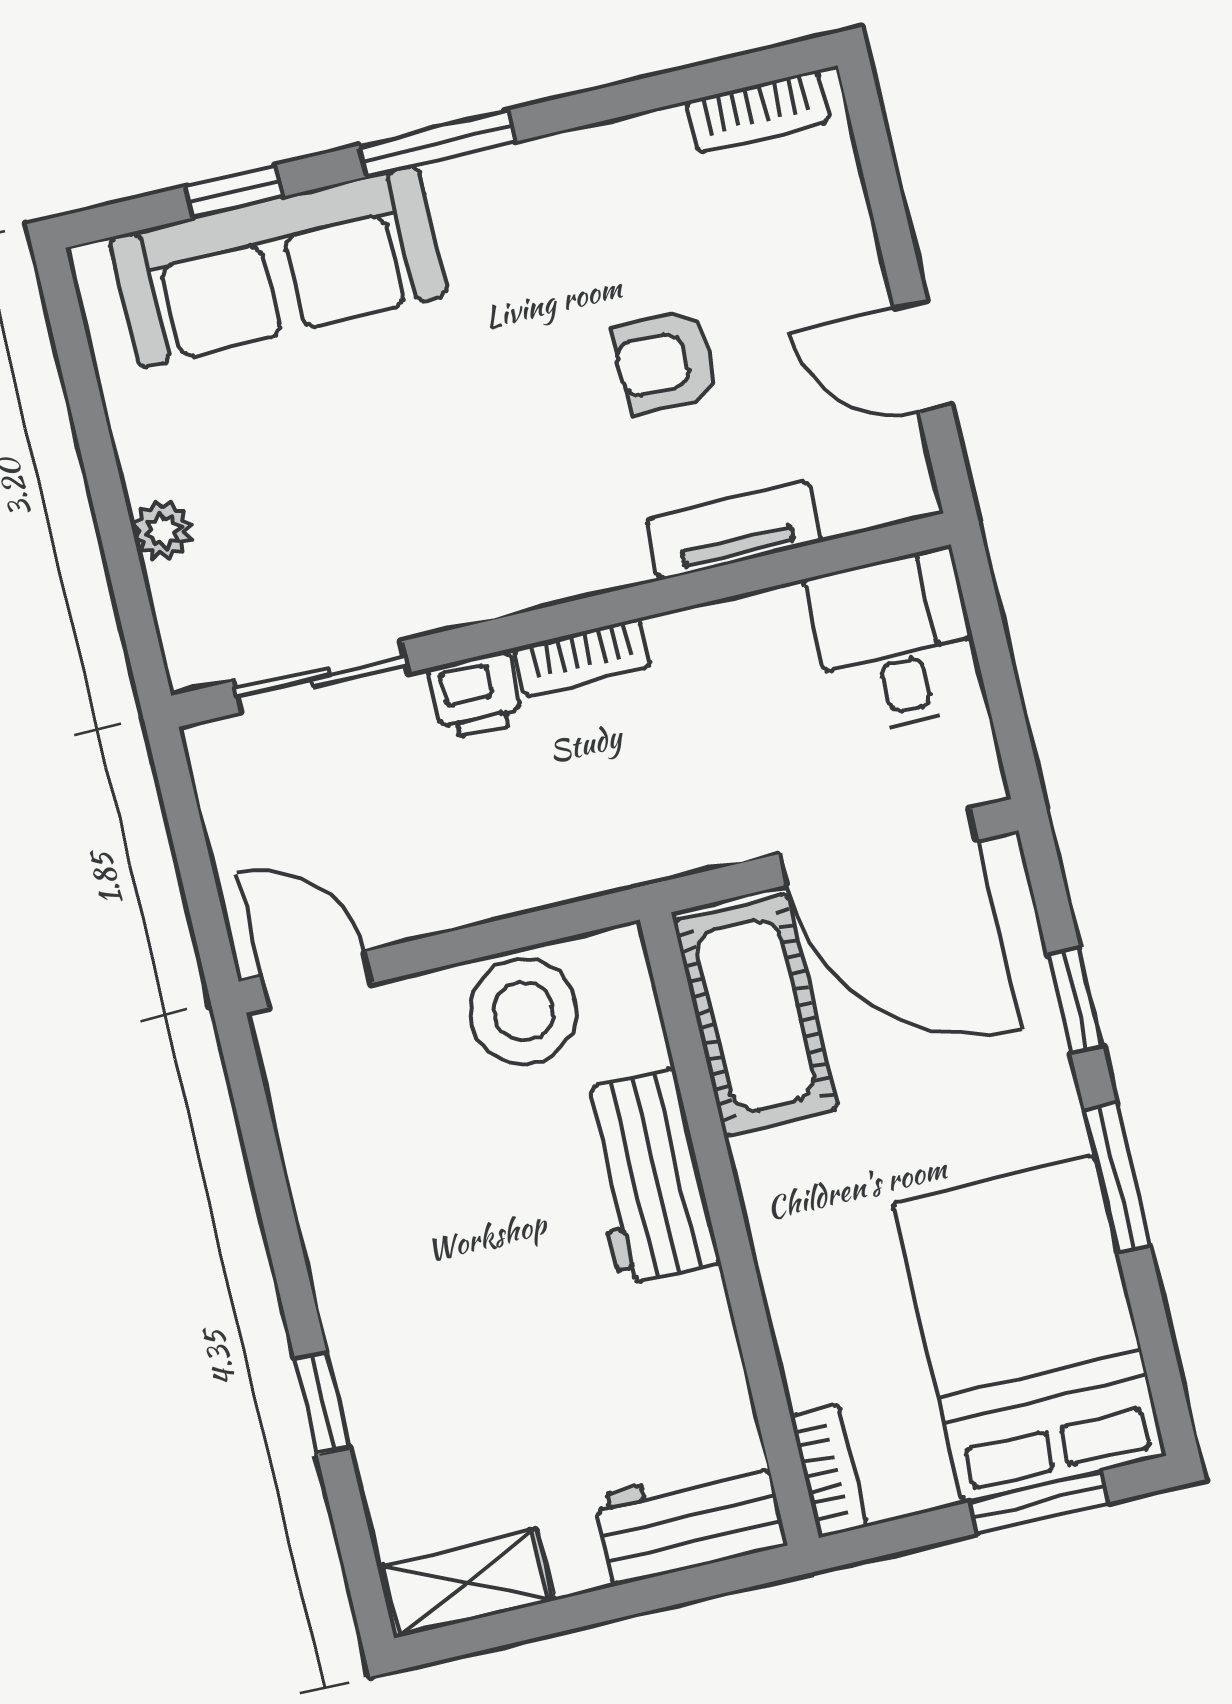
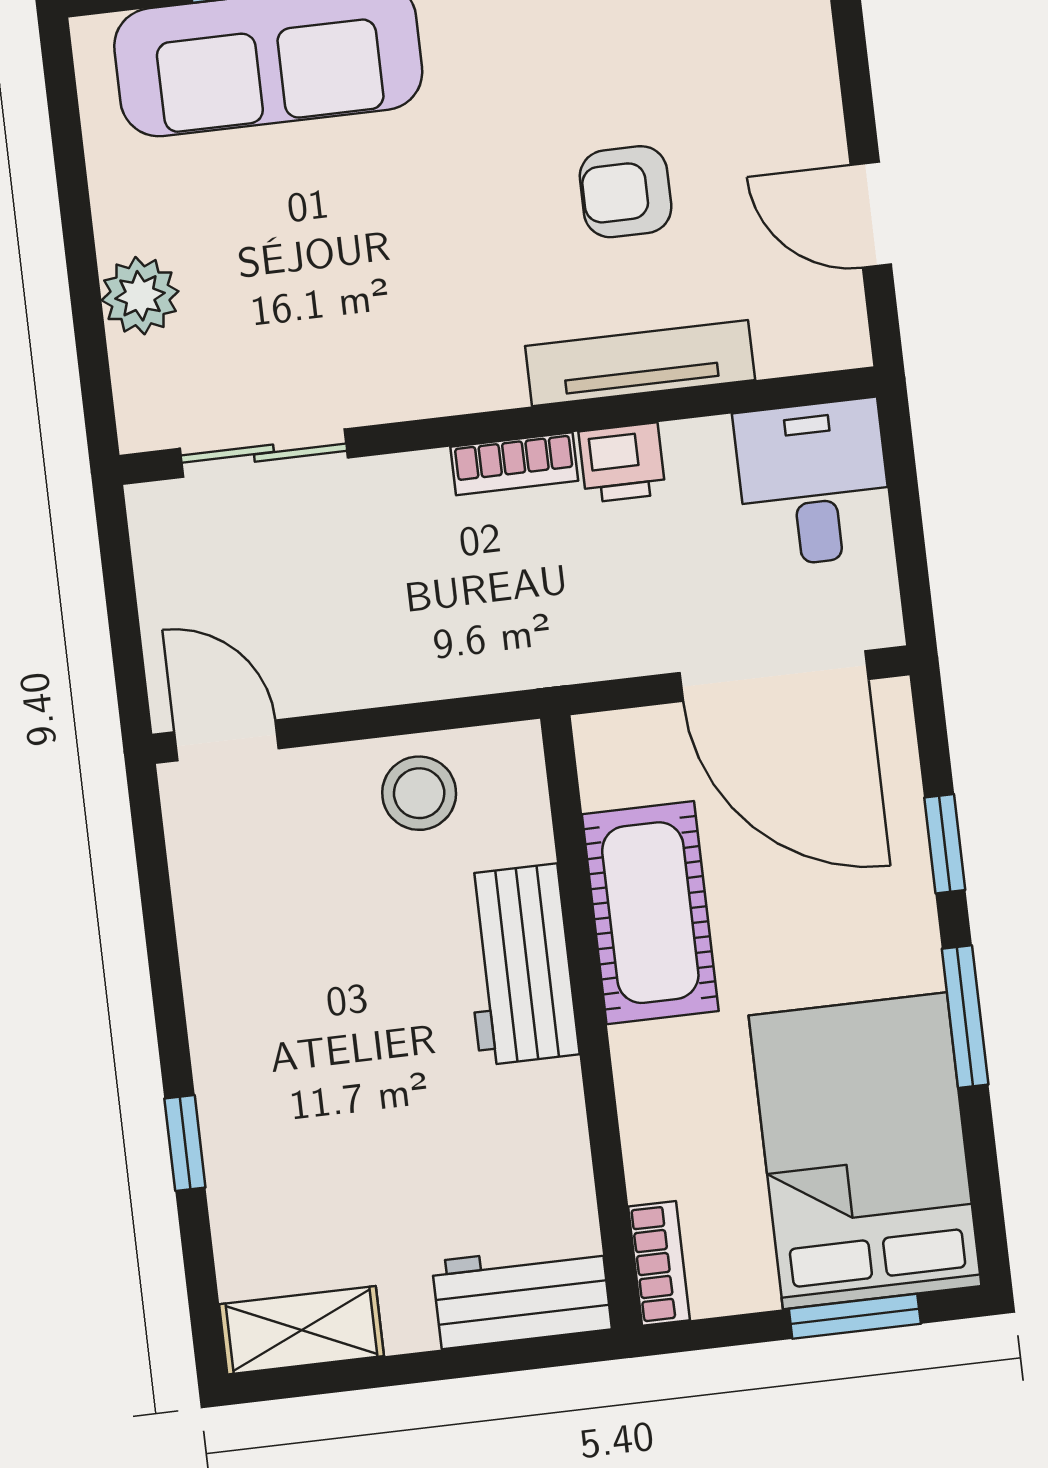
tv unit: (734, 530) -> (640, 363), width x1.41
plant: (163, 531) -> (140, 296), width x1.38, depth x1.38
printer: (476, 695) -> (622, 463), moved
stool: (523, 1011) -> (419, 793), width x0.73, depth x0.73
cot: (756, 1015) -> (650, 913), moved

